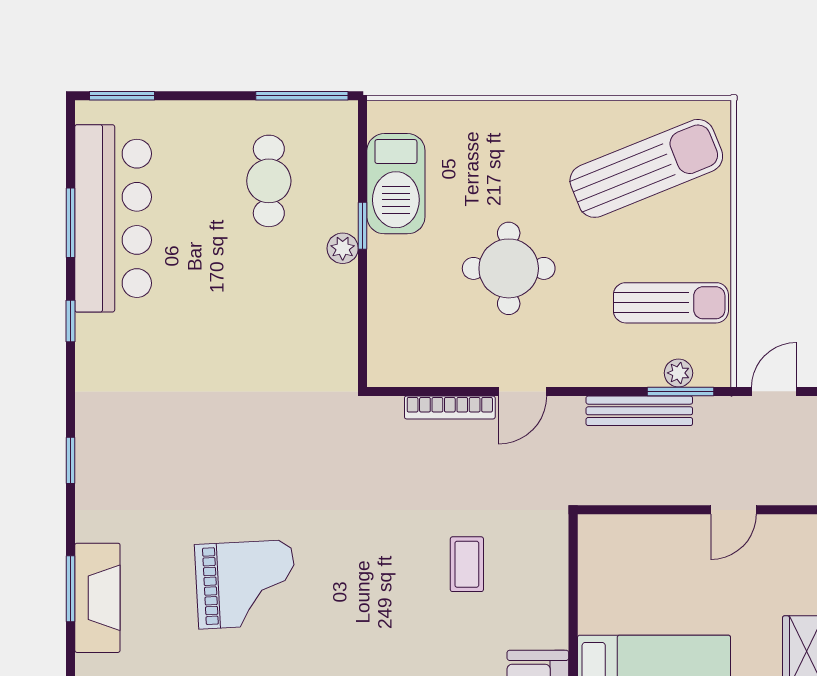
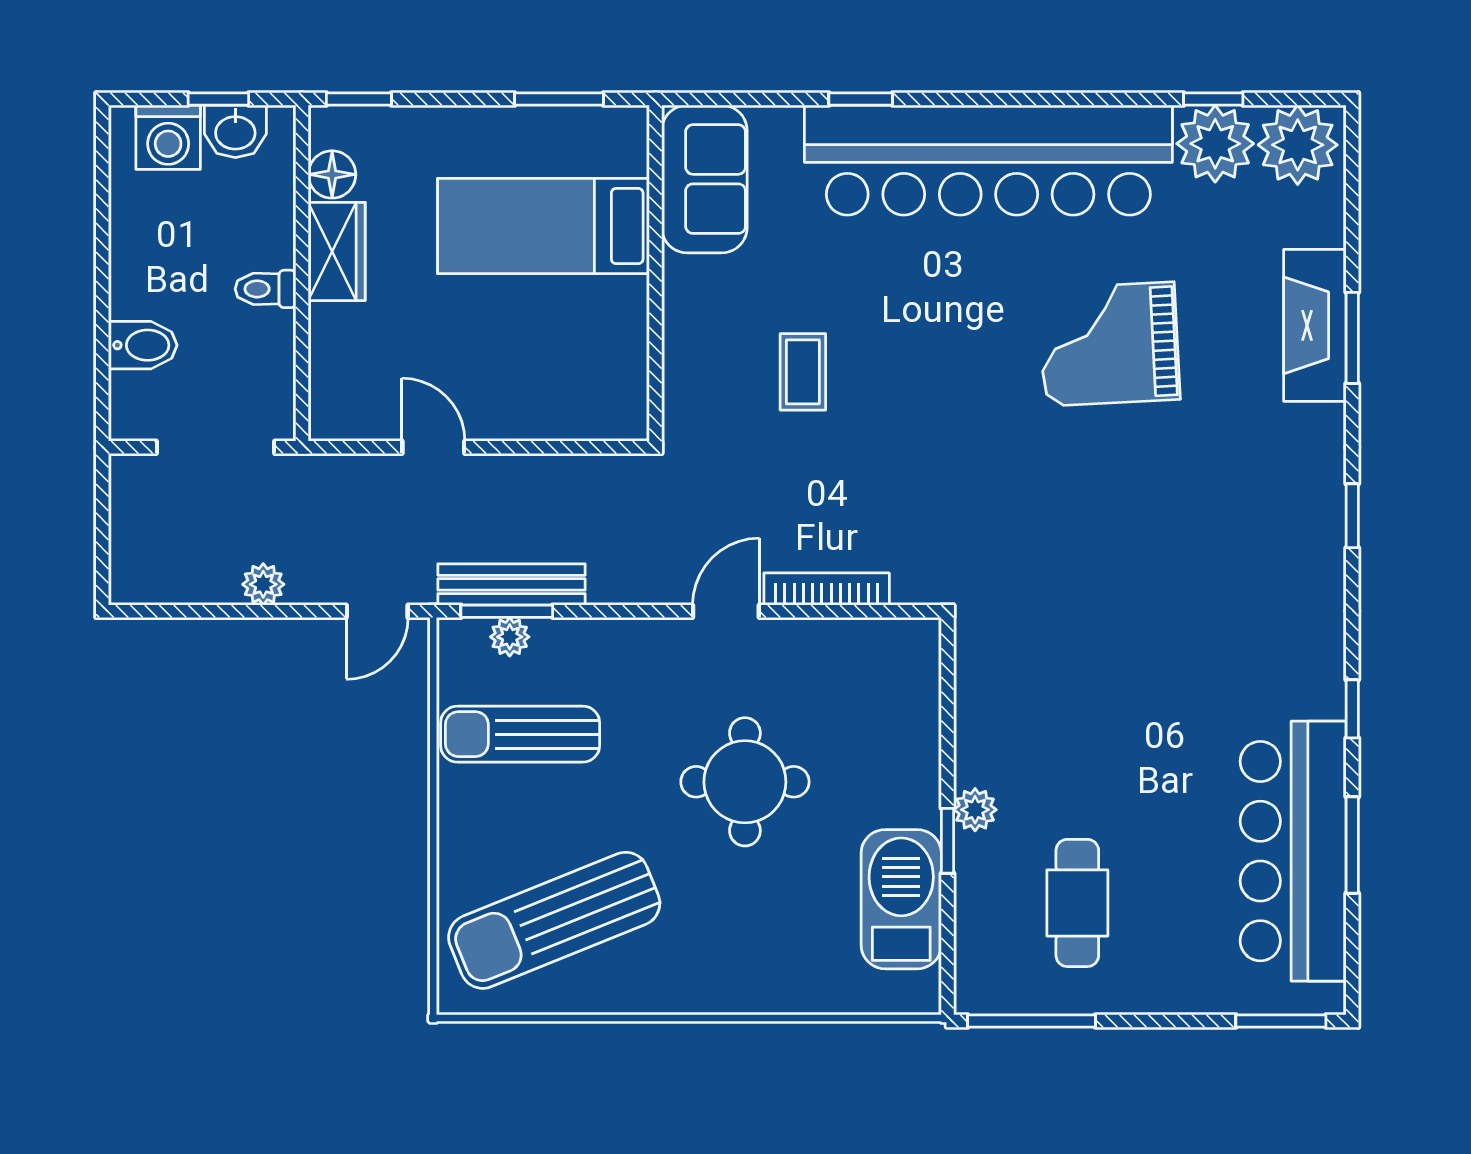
bench: (639, 411) -> (512, 584), moved
door: (733, 510) -> (433, 447), hinge flipped

